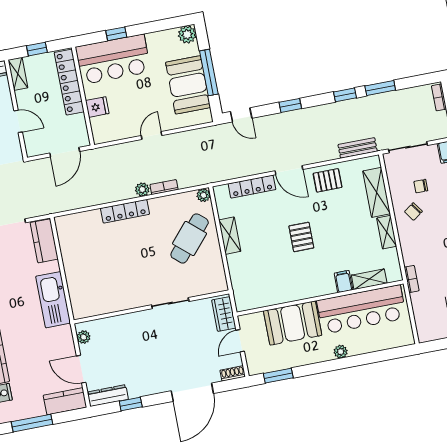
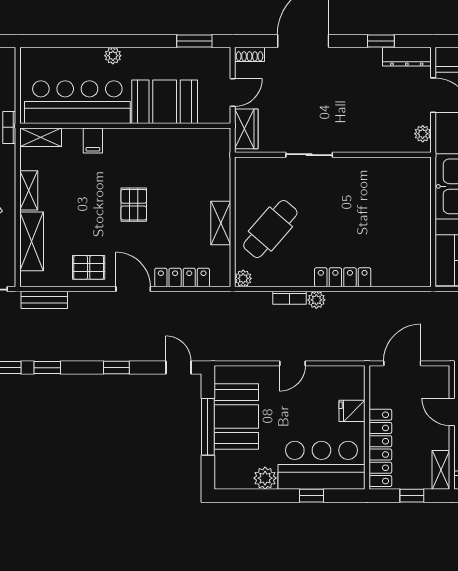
plant: (187, 34) -> (265, 478), moved
shelving: (369, 279) -> (41, 137), moved

